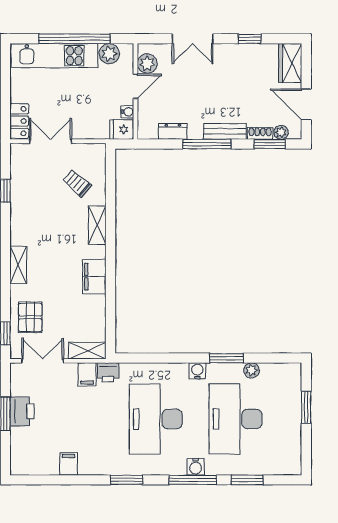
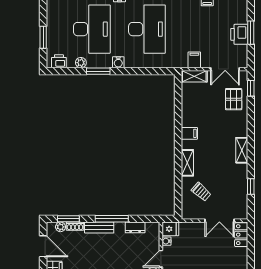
shelving: (18, 265) -> (242, 150), moved
filing cabinet: (94, 277) -> (189, 133), width x0.50
printer: (108, 372) -> (59, 61), moved

